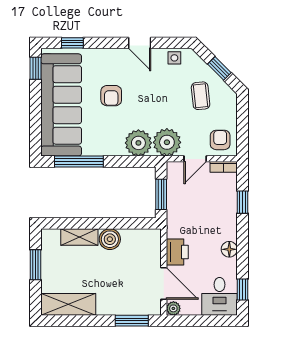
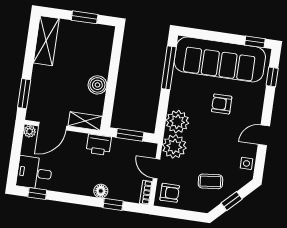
shelving: (79, 237) -> (85, 121), moved, turned 90
floor lamp: (229, 249) -> (101, 191), moved
printer: (177, 252) -> (99, 145), moved

